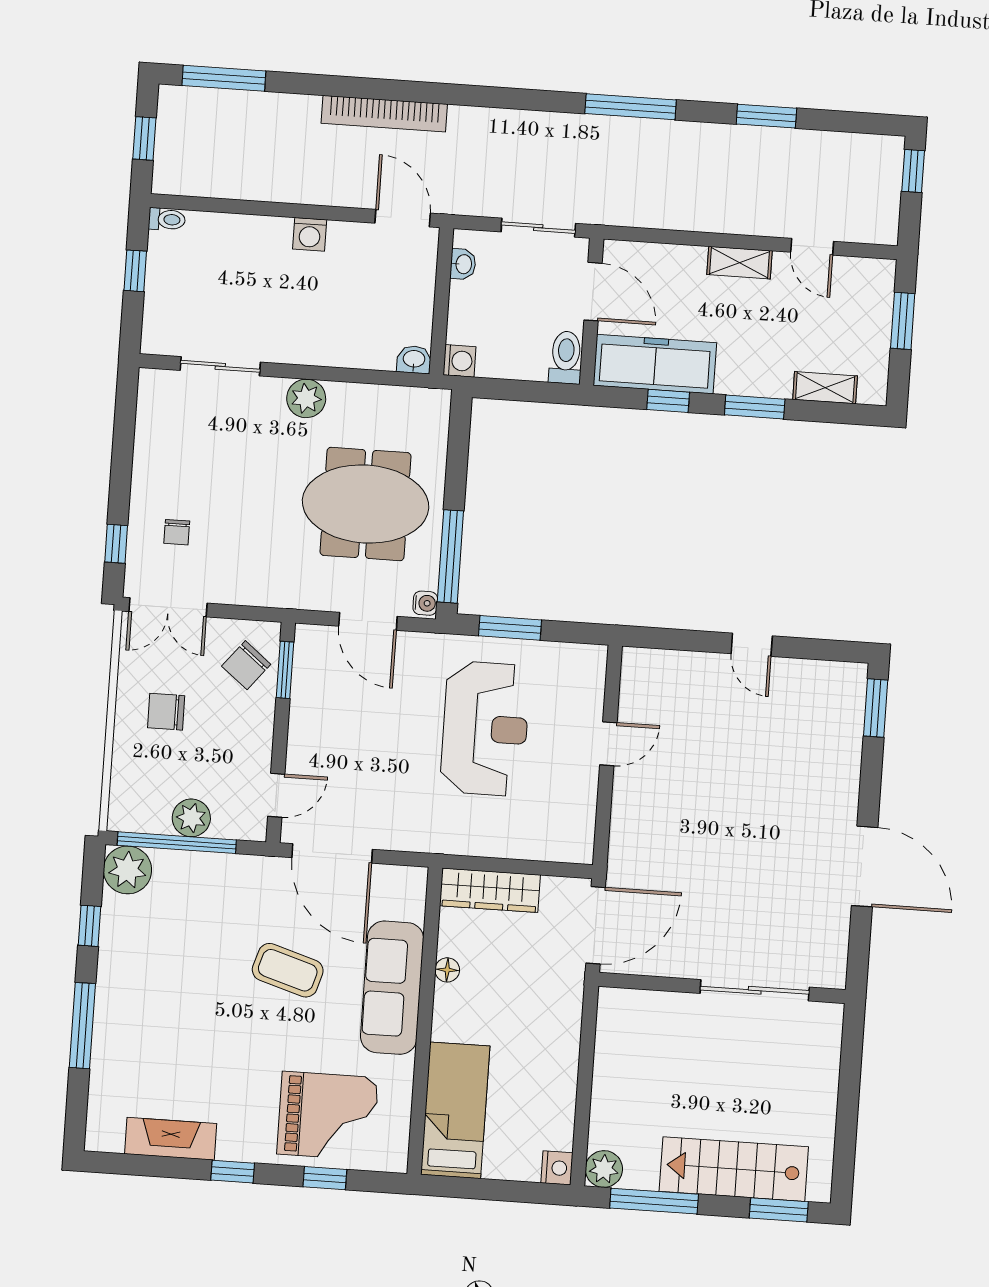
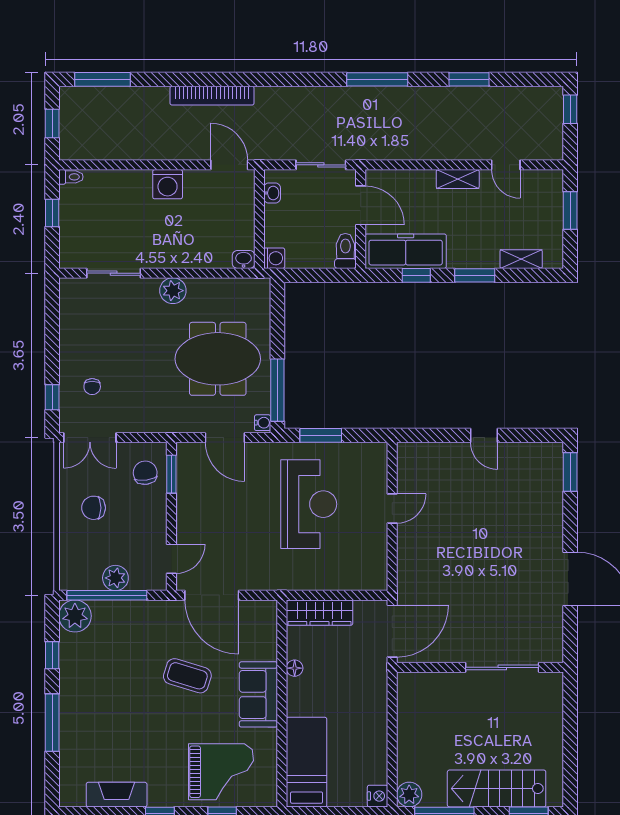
washing machine: (310, 234) -> (168, 184), width x1.38, depth x1.38
chair: (246, 665) -> (145, 473), turned 134
sofa: (392, 988) -> (258, 694), width x0.73

